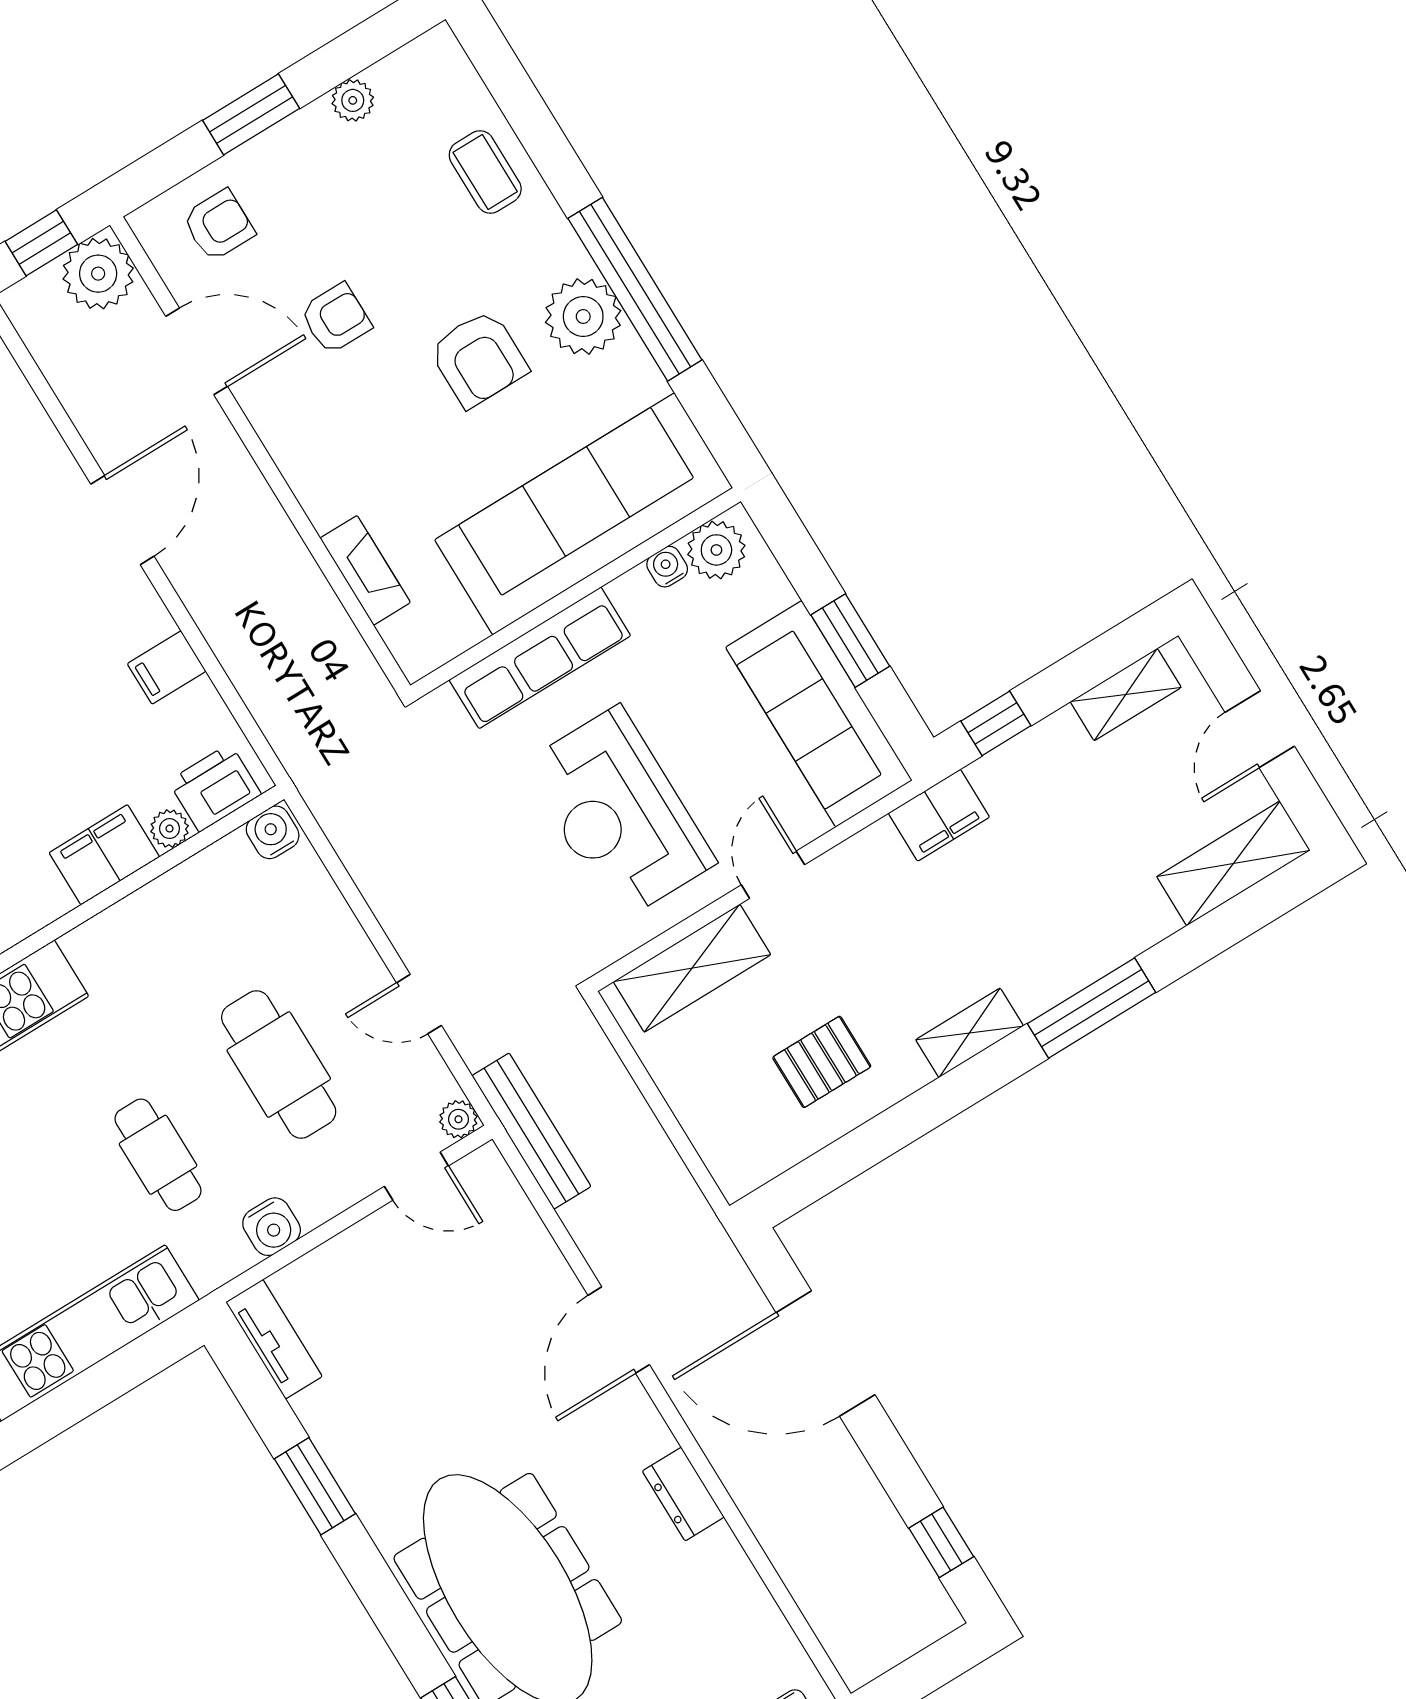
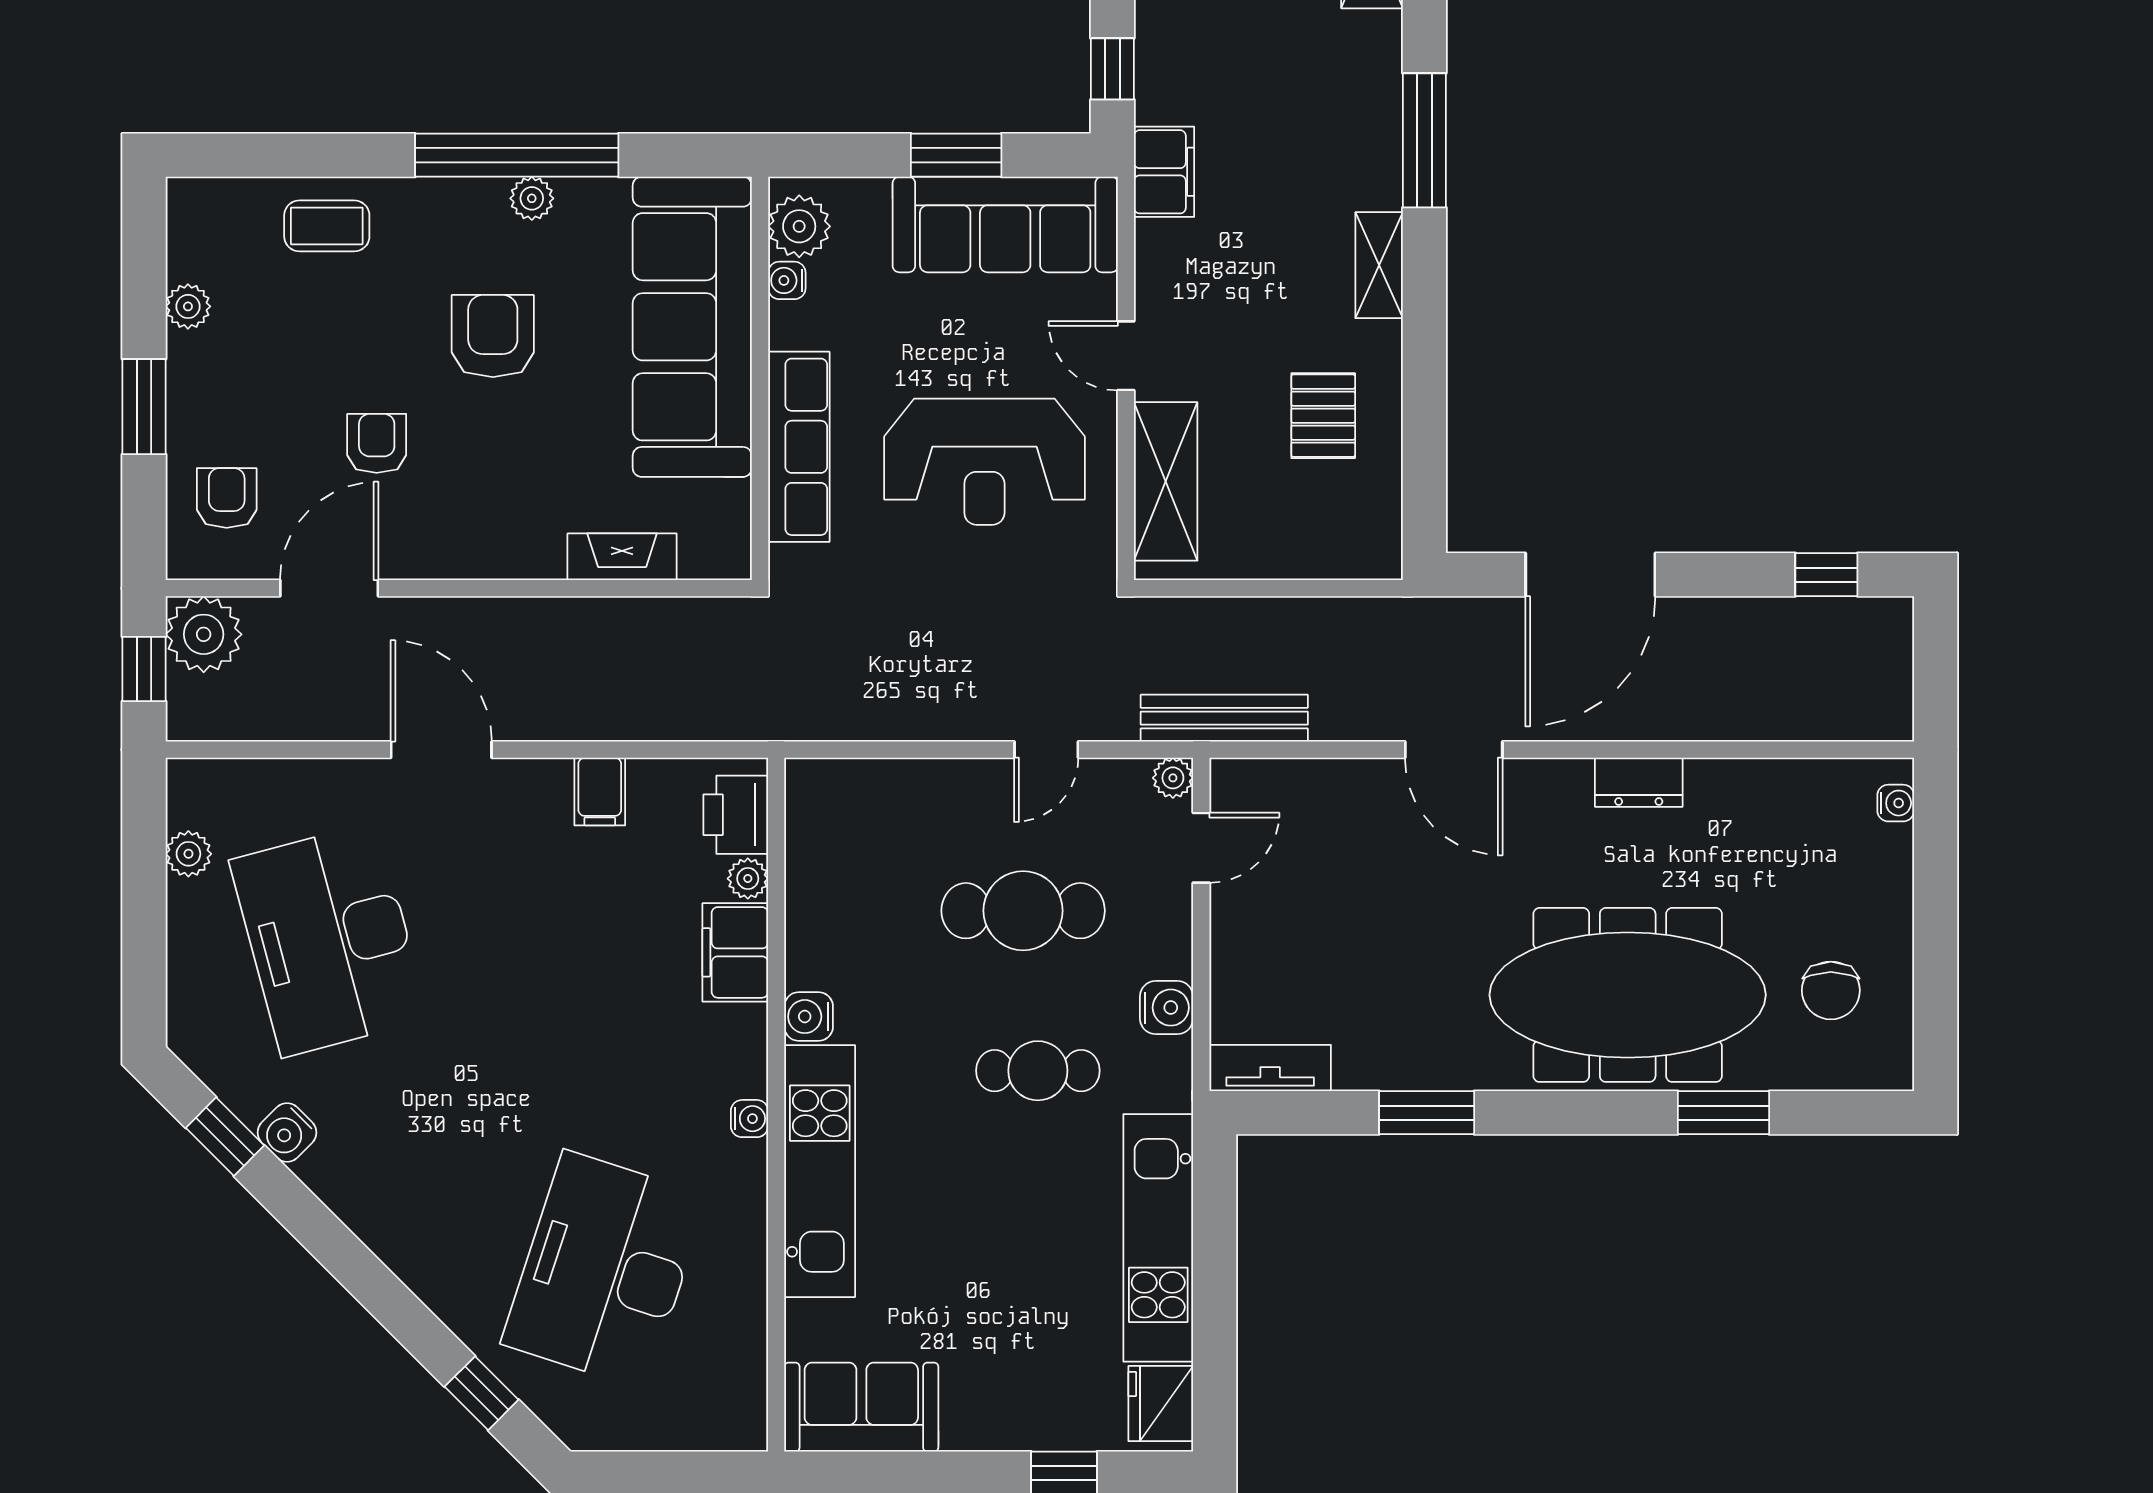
plant: (583, 317) -> (532, 198), width x0.53, depth x0.53
armchair: (478, 359) -> (493, 336), turned -90
water cooler: (273, 832) -> (809, 1017), moved

